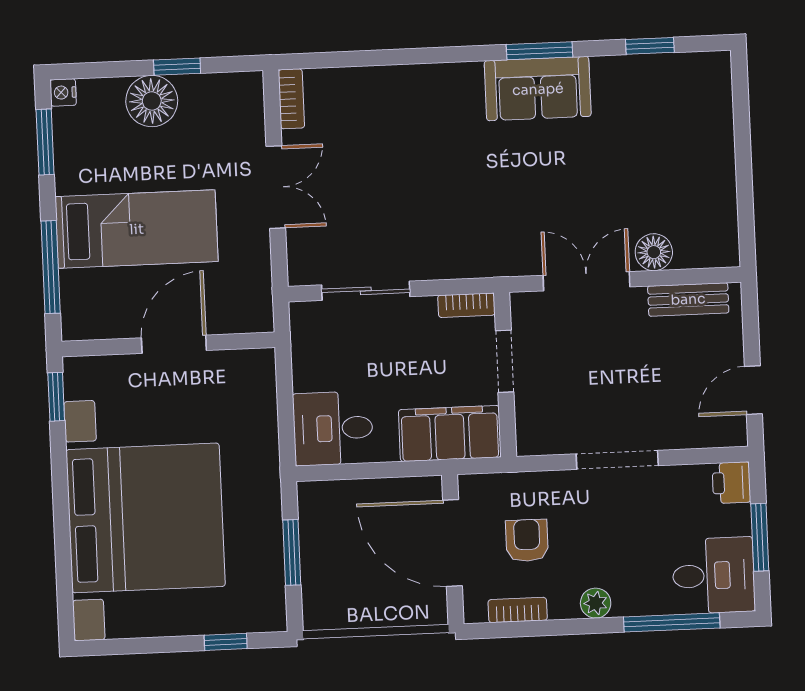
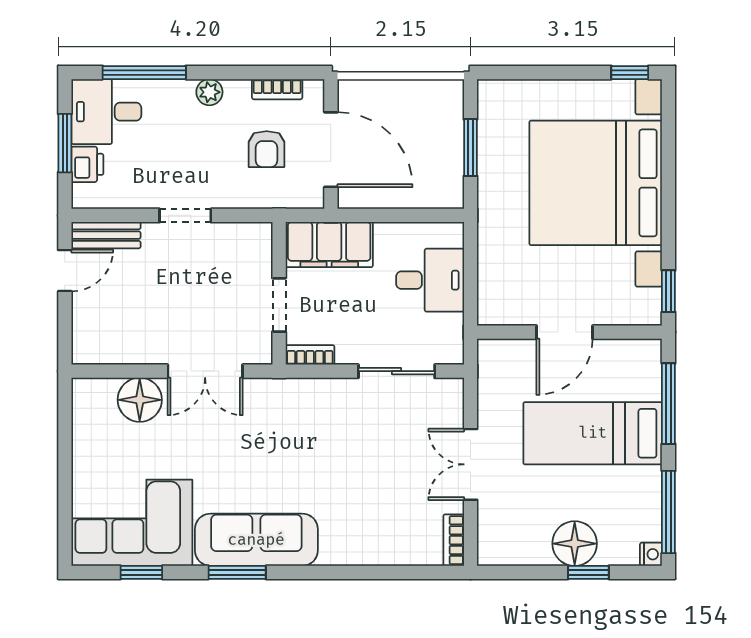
window: (177, 67) -> (588, 572), moved
sofa: (538, 89) -> (256, 540), width x1.36
corner sofa: (663, 103) -> (132, 523), added
window: (45, 142) -> (668, 512), width x1.44
floor lamp: (654, 252) -> (140, 400), width x1.38, depth x1.38
bench: (688, 299) -> (106, 235), moved
desk: (333, 428) -> (430, 280), moved
doorway: (617, 460) -> (185, 215), width x0.73
printer: (731, 483) -> (87, 164), moved
window: (226, 642) -> (630, 73), moved

